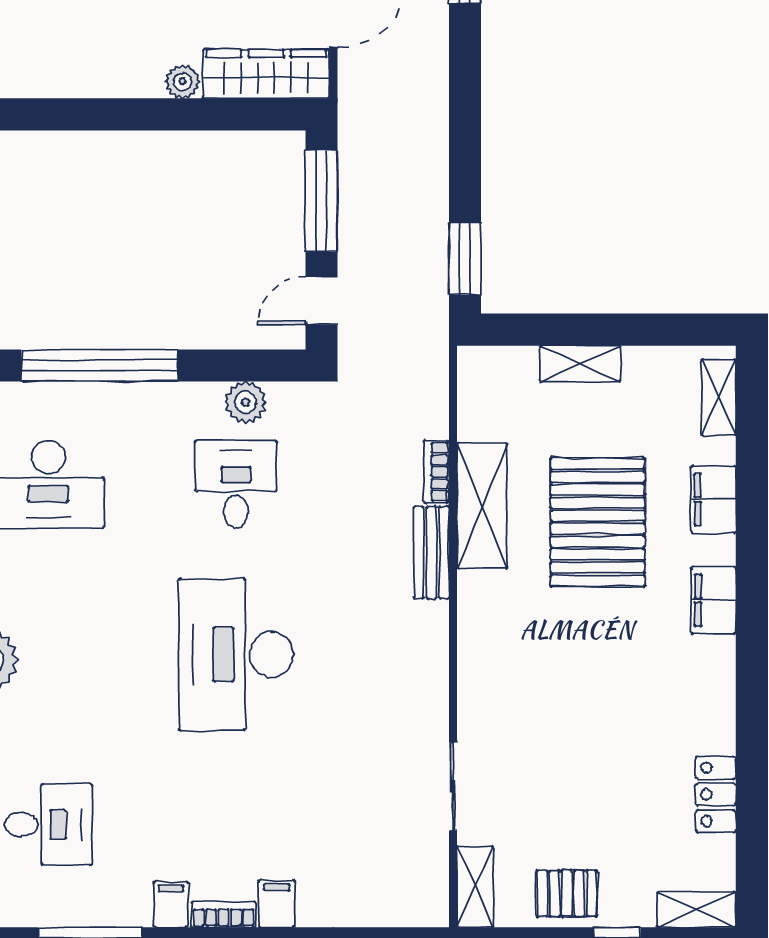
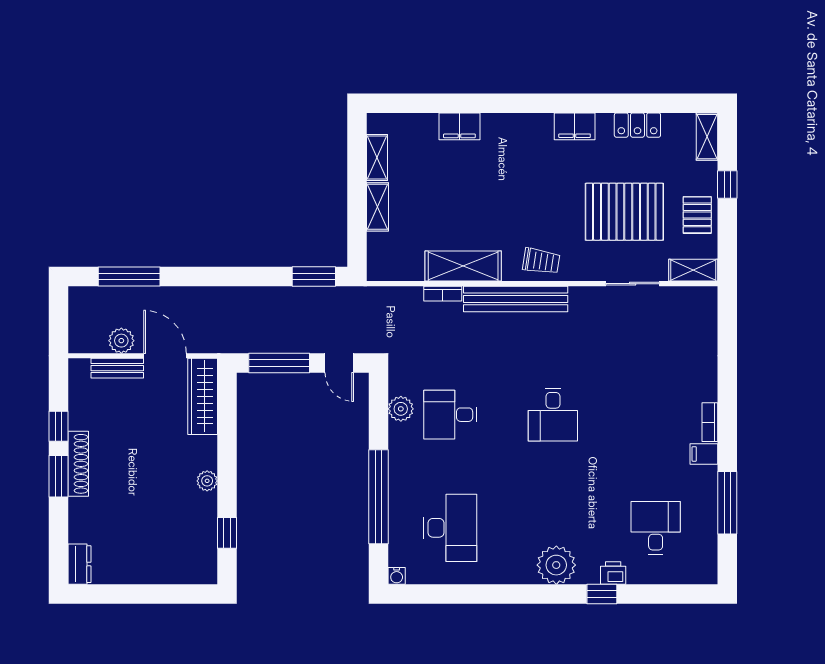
plant: (183, 82) -> (207, 481), moved
window: (40, 114) -> (227, 533), added
shelving: (719, 397) -> (377, 157), moved, turned 90
pallet: (598, 522) -> (624, 212), moved
bench: (431, 553) -> (516, 299), width x1.86, depth x1.21
filing cabinet: (714, 600) -> (575, 126), moved
trolley: (490, 635) -> (541, 261), added
desk: (236, 654) -> (553, 415), width x0.53, depth x0.77
filing cabinet: (277, 904) -> (703, 390), removed

